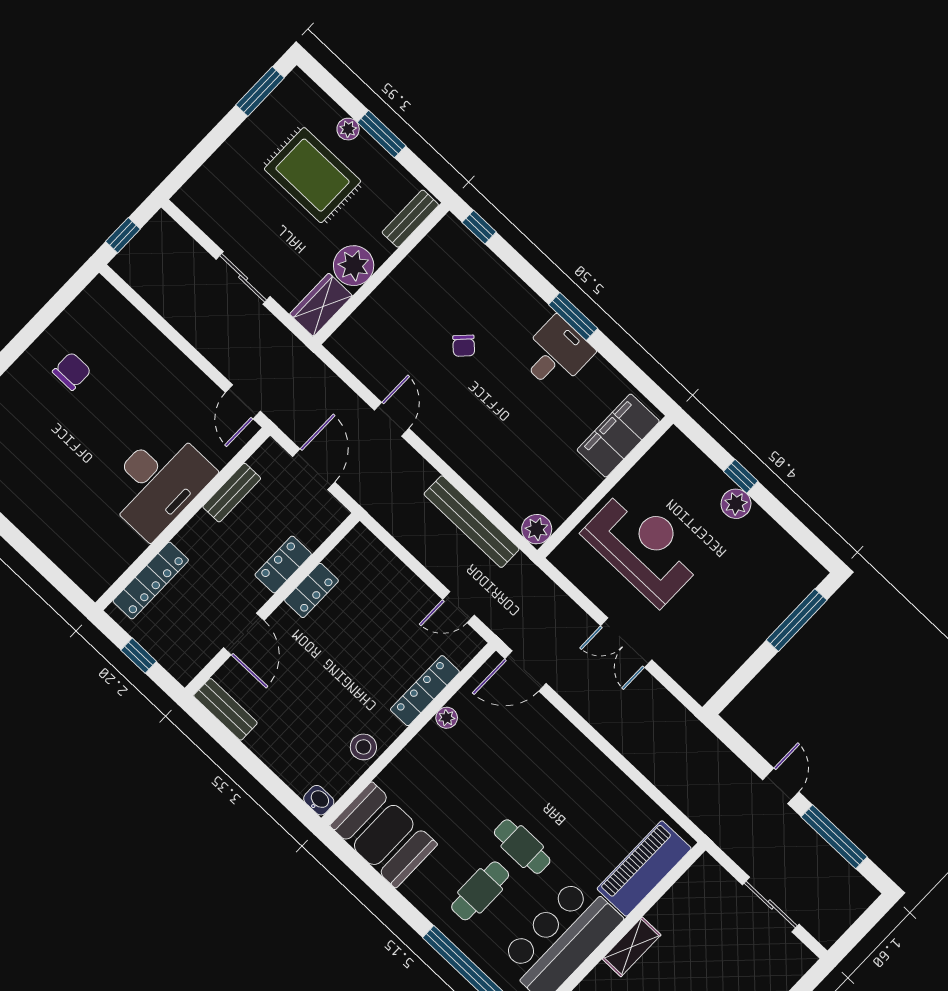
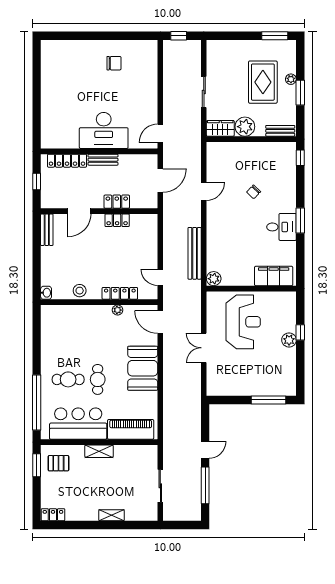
bench: (232, 493) -> (103, 160), moved
booth: (384, 835) -> (143, 368), moved

